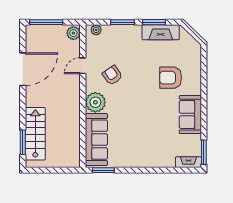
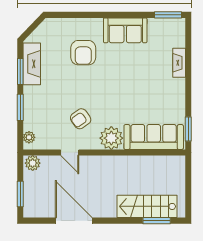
window: (46, 22) -> (20, 194), width x0.69
fireplace: (188, 162) -> (179, 63), moved

